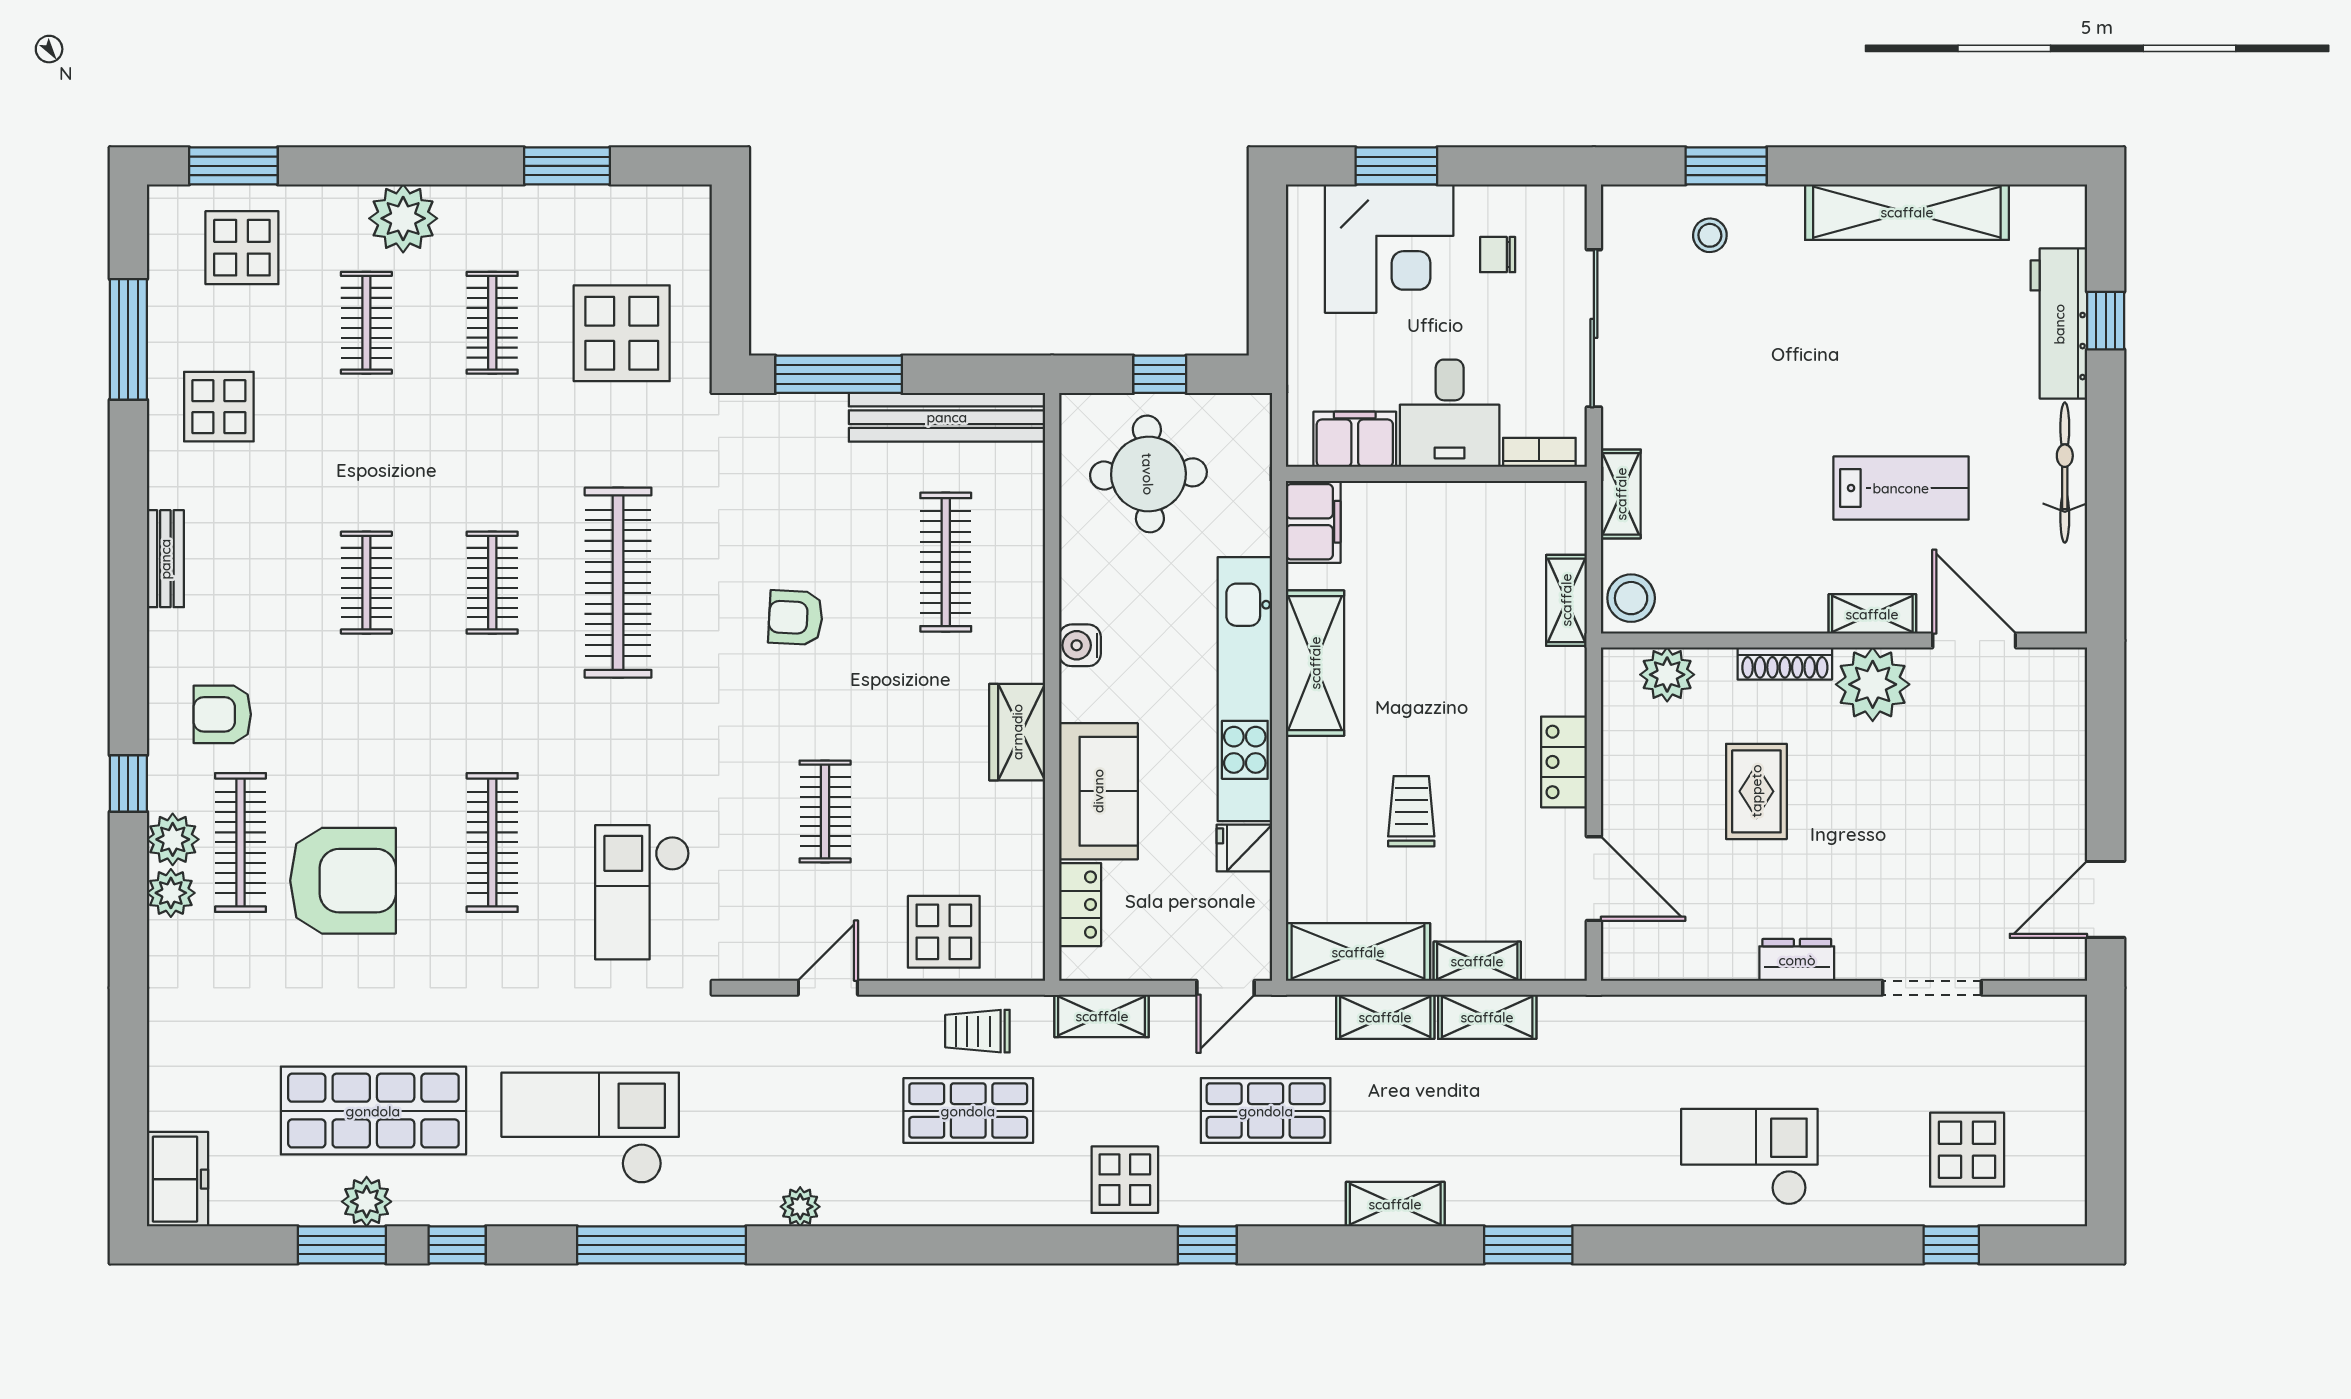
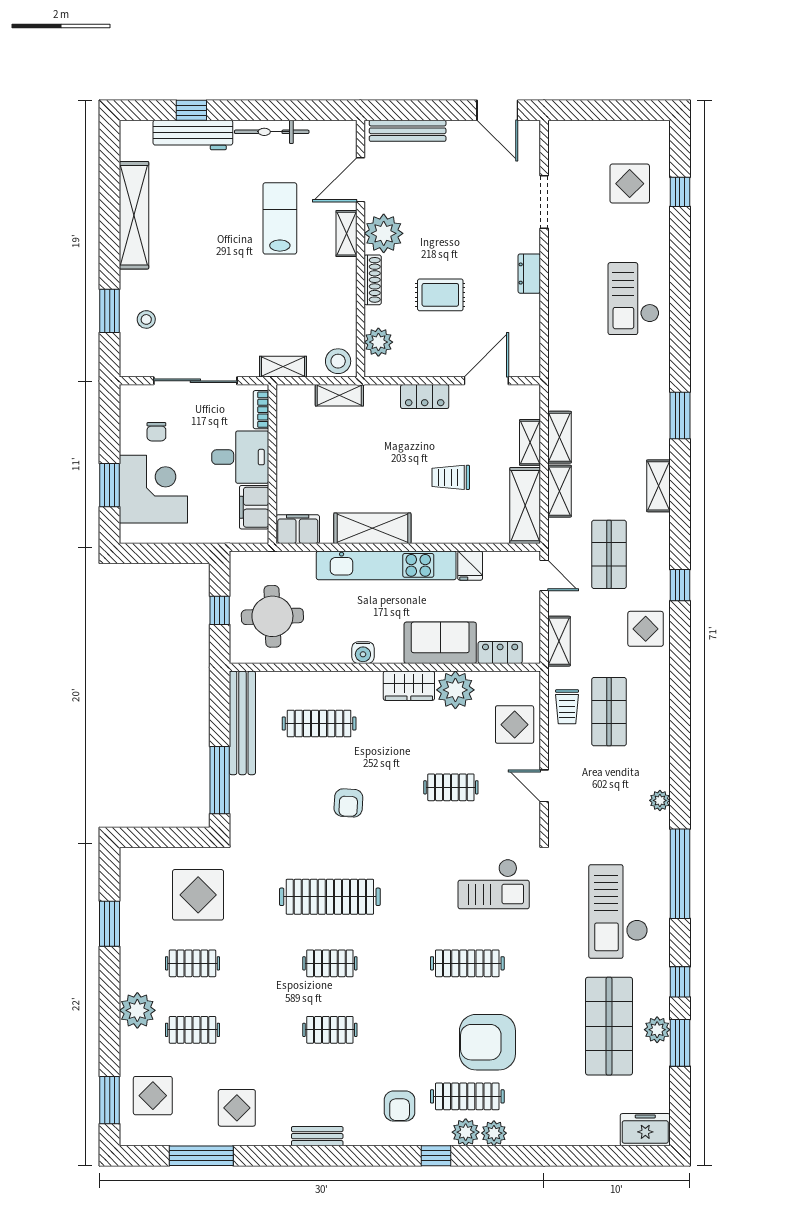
bench: (2067, 730) -> (408, 131), added
plant: (1009, 820) -> (455, 690), added
armchair: (343, 881) -> (487, 1042), turned -90

